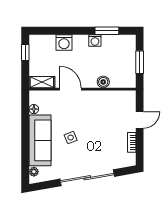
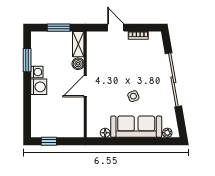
washing machine: (64, 42) -> (39, 87), moved
shelving: (42, 82) -> (78, 44), moved
door: (70, 89) -> (85, 86), moved

